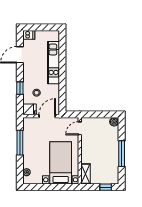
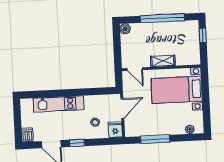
window: (20, 88) -> (77, 143), moved
door: (47, 116) -> (122, 108), swing flipped
window: (122, 154) -> (162, 18), width x1.46
shelving: (85, 174) -> (163, 61), moved

